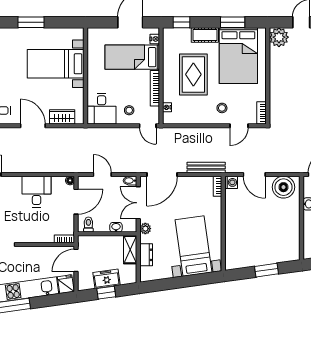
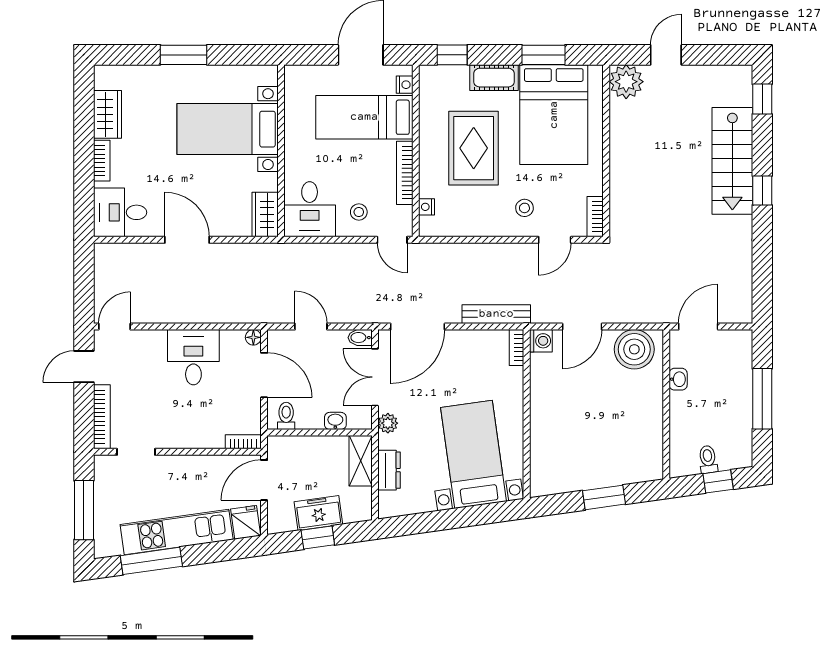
wardrobe: (62, 117) -> (265, 215), moved, turned -90
door: (254, 174) -> (582, 327), hinge flipped
door: (76, 202) -> (264, 375), hinge flipped

